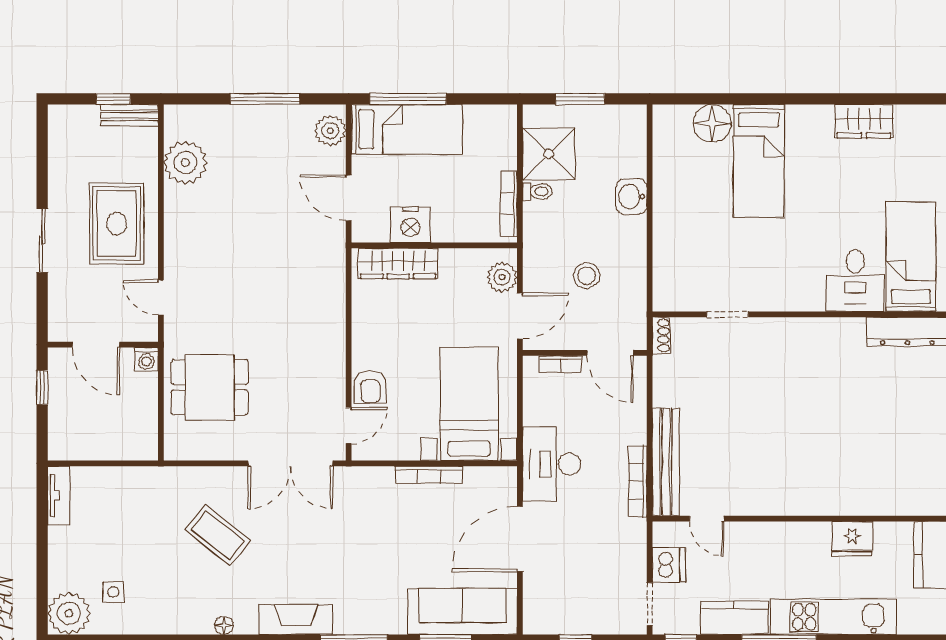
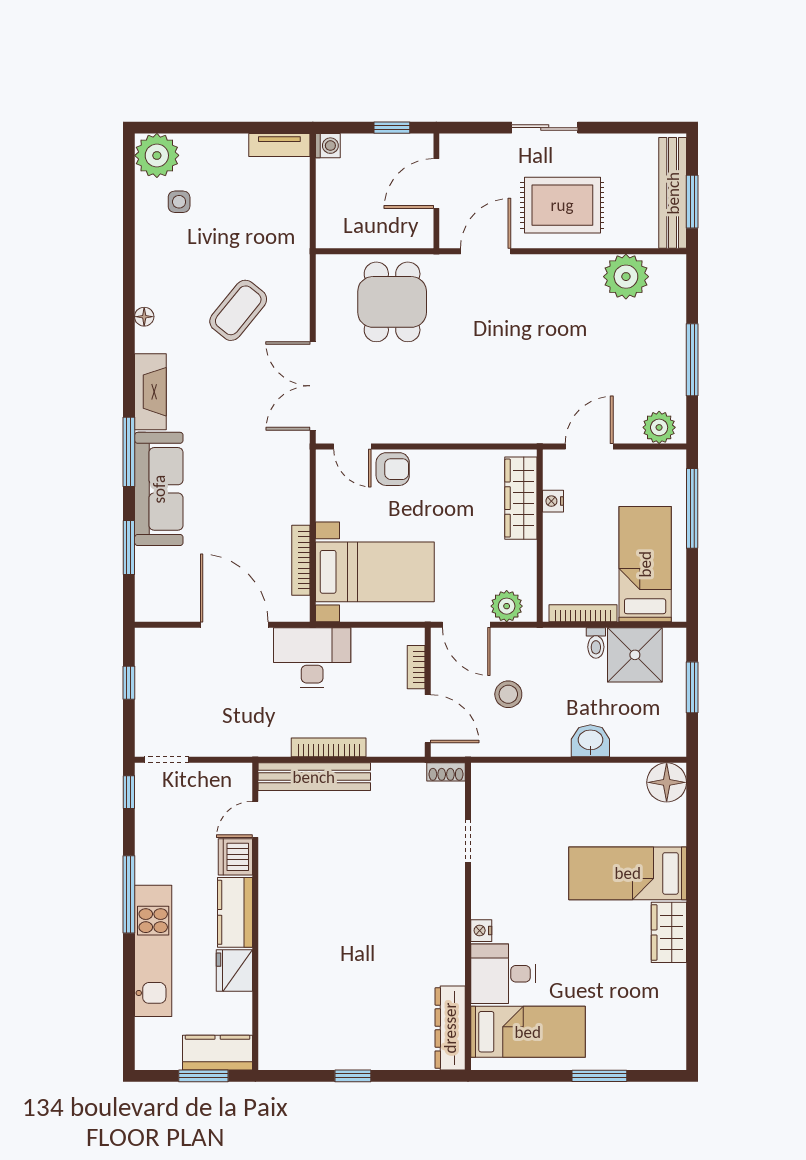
window: (113, 99) -> (692, 202), width x1.50
bench: (130, 115) -> (673, 193), width x1.86, depth x1.21
wardrobe: (864, 121) -> (669, 932), moved
floor lamp: (712, 123) -> (667, 782), moved
bed: (407, 129) -> (645, 564), moved, turned 180
nightstand: (410, 225) -> (553, 501), width x0.53, depth x0.56
door: (161, 297) -> (486, 251), width x1.38
nightstand: (814, 302) -> (481, 931), added
door: (610, 353) -> (428, 719), swing flipped
washing machine: (146, 359) -> (328, 146), moved, turned 180
armchair: (370, 387) -> (393, 469), turned 180
bookcase: (429, 475) -> (301, 560), moved
bookcase: (638, 481) -> (329, 747), moved
dishwasher: (669, 565) -> (235, 857), moved, turned 90
sofa: (463, 611) -> (159, 489), moved
kitchen counter: (734, 618) -> (235, 912), moved, turned 180

